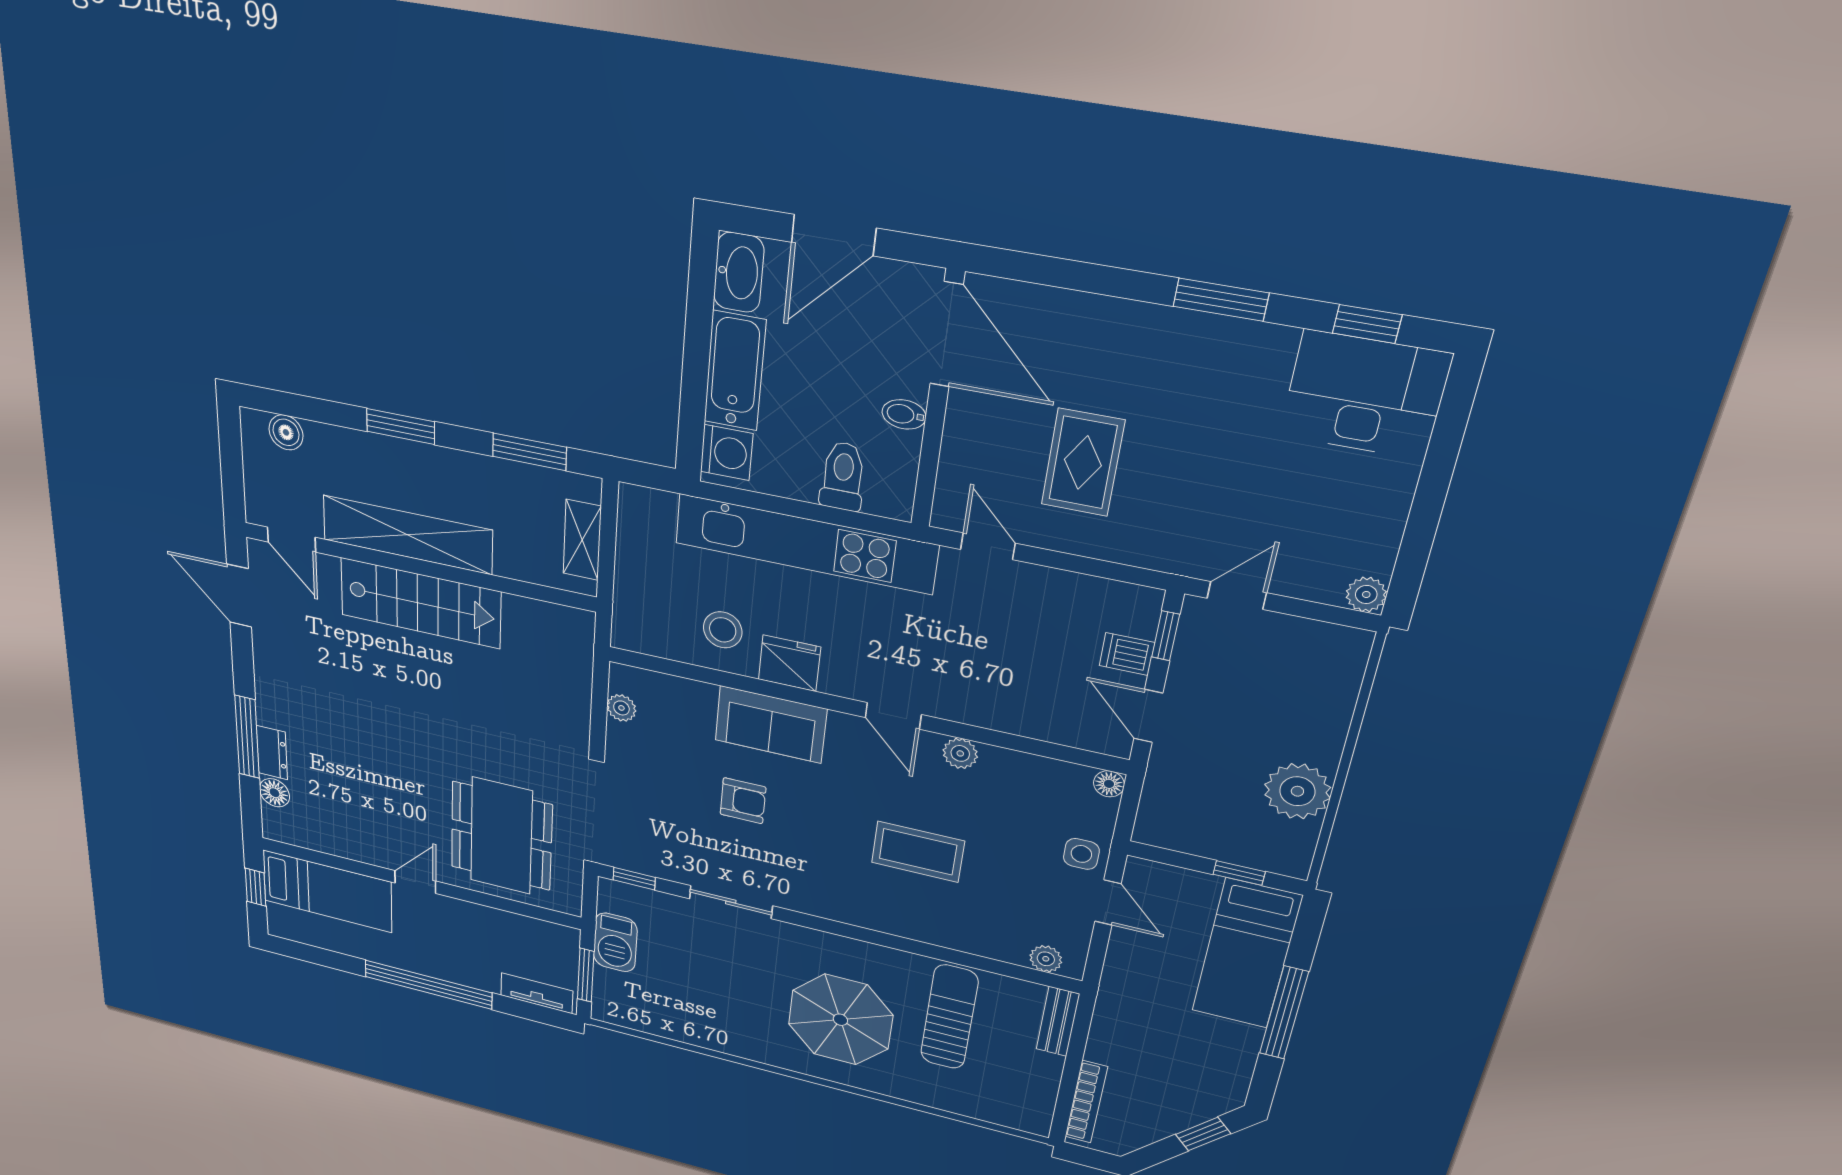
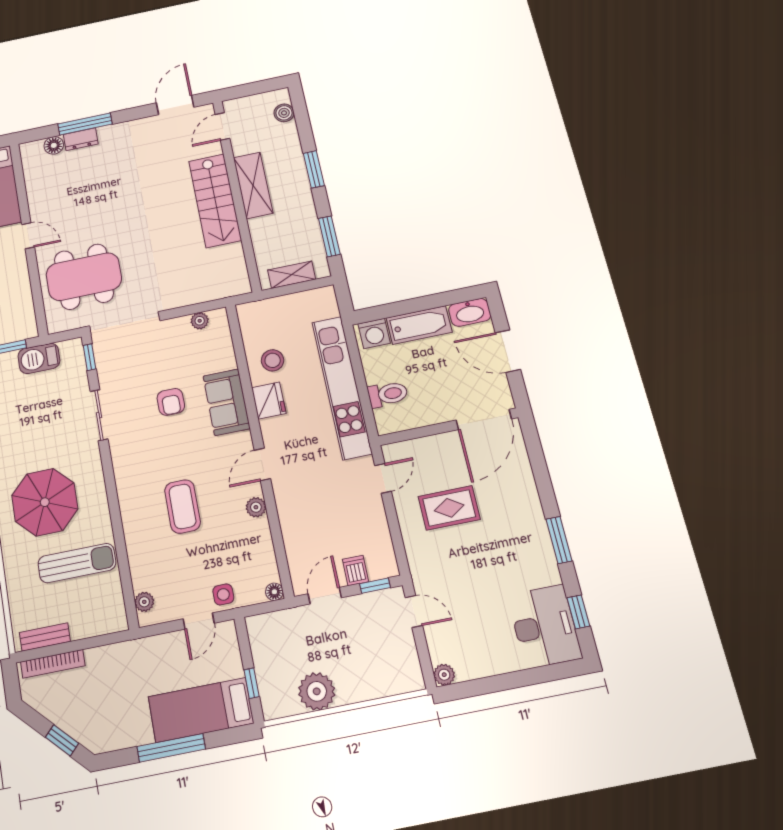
bidet: (904, 414) -> (434, 413), removed
shelving: (407, 535) -> (253, 185), width x0.68
bench: (1058, 1022) -> (45, 637), moved

